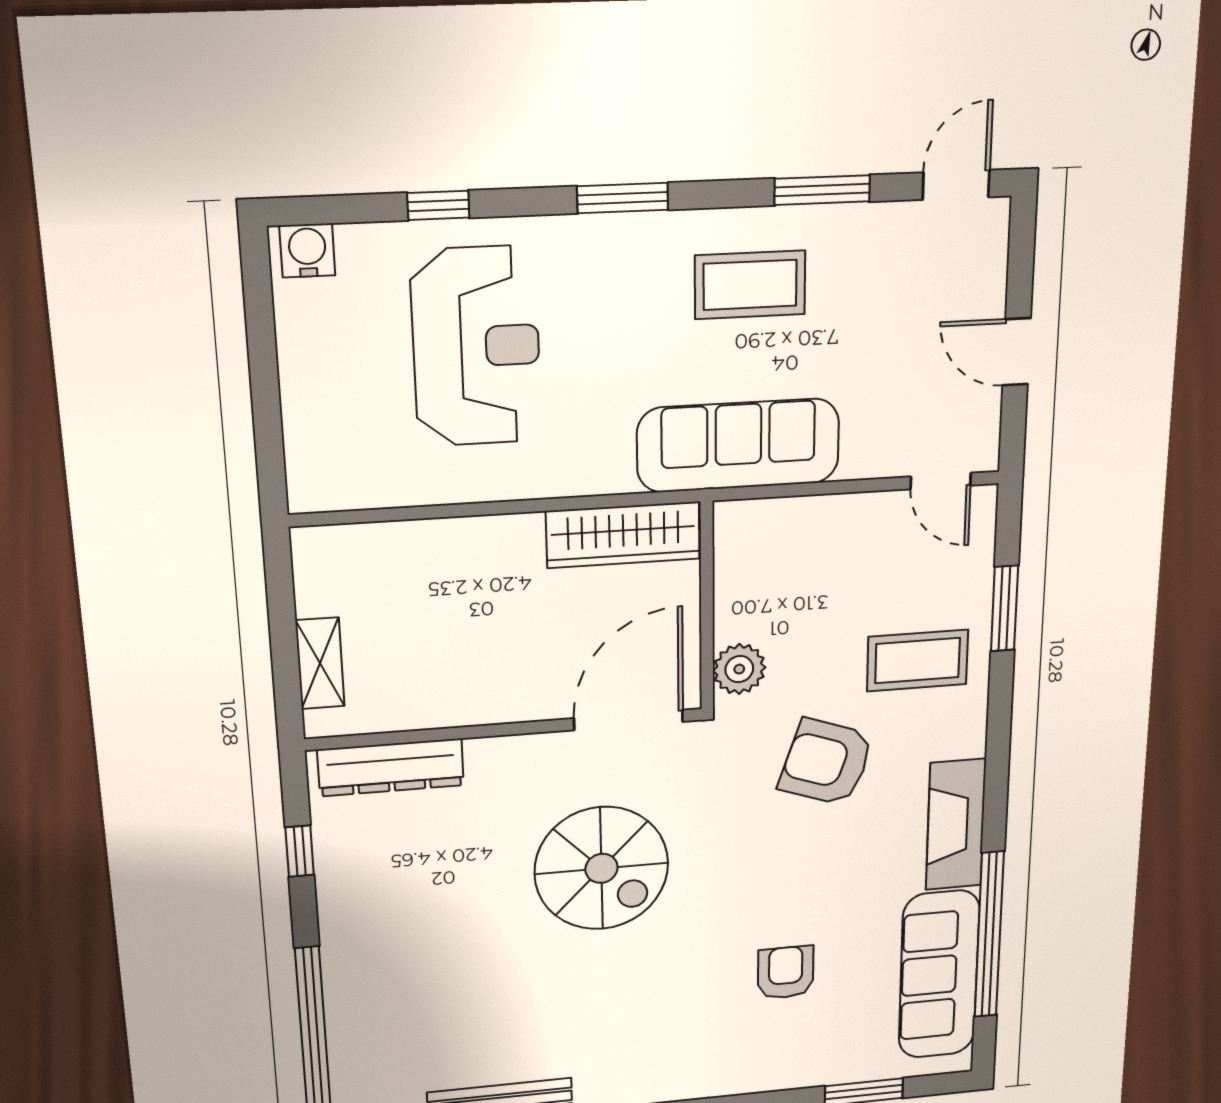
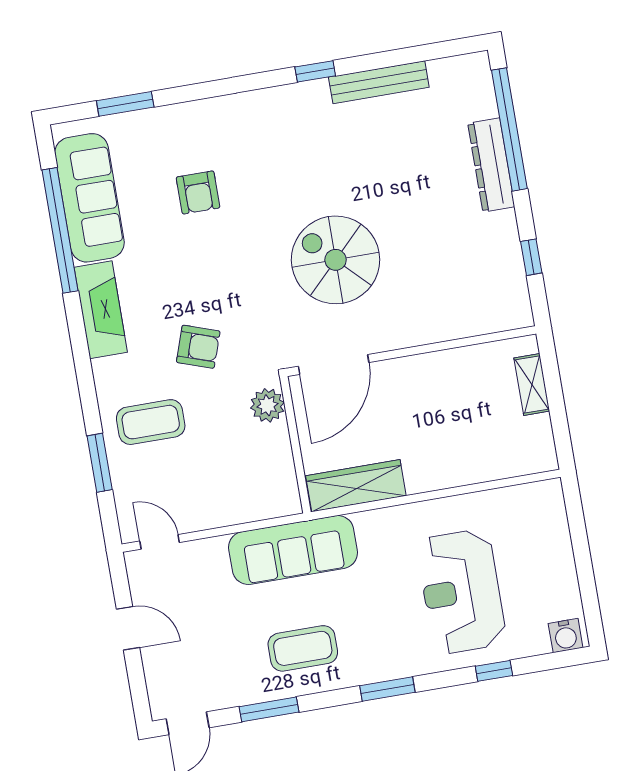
armchair: (826, 762) -> (198, 347), width x0.72, depth x0.72
dresser: (391, 767) -> (491, 165), moved, turned -90

